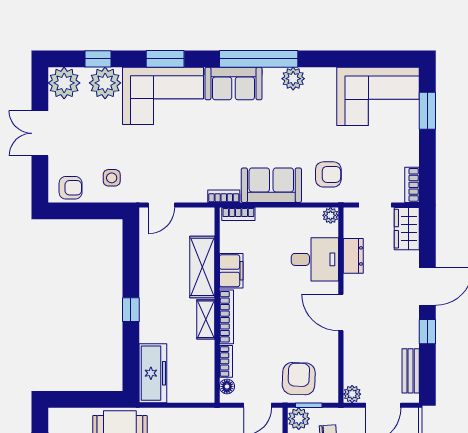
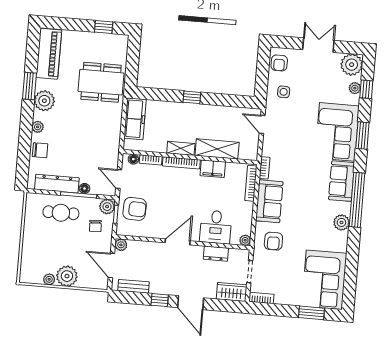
plant: (105, 83) -> (355, 88), width x0.53, depth x0.53
bookcase: (238, 214) -> (251, 183), width x1.56
freezer: (153, 373) -> (135, 119), moved, turned -90

